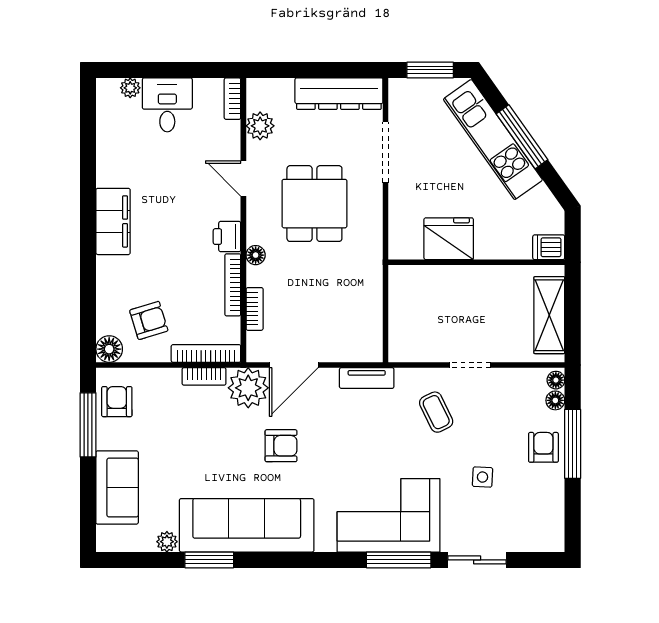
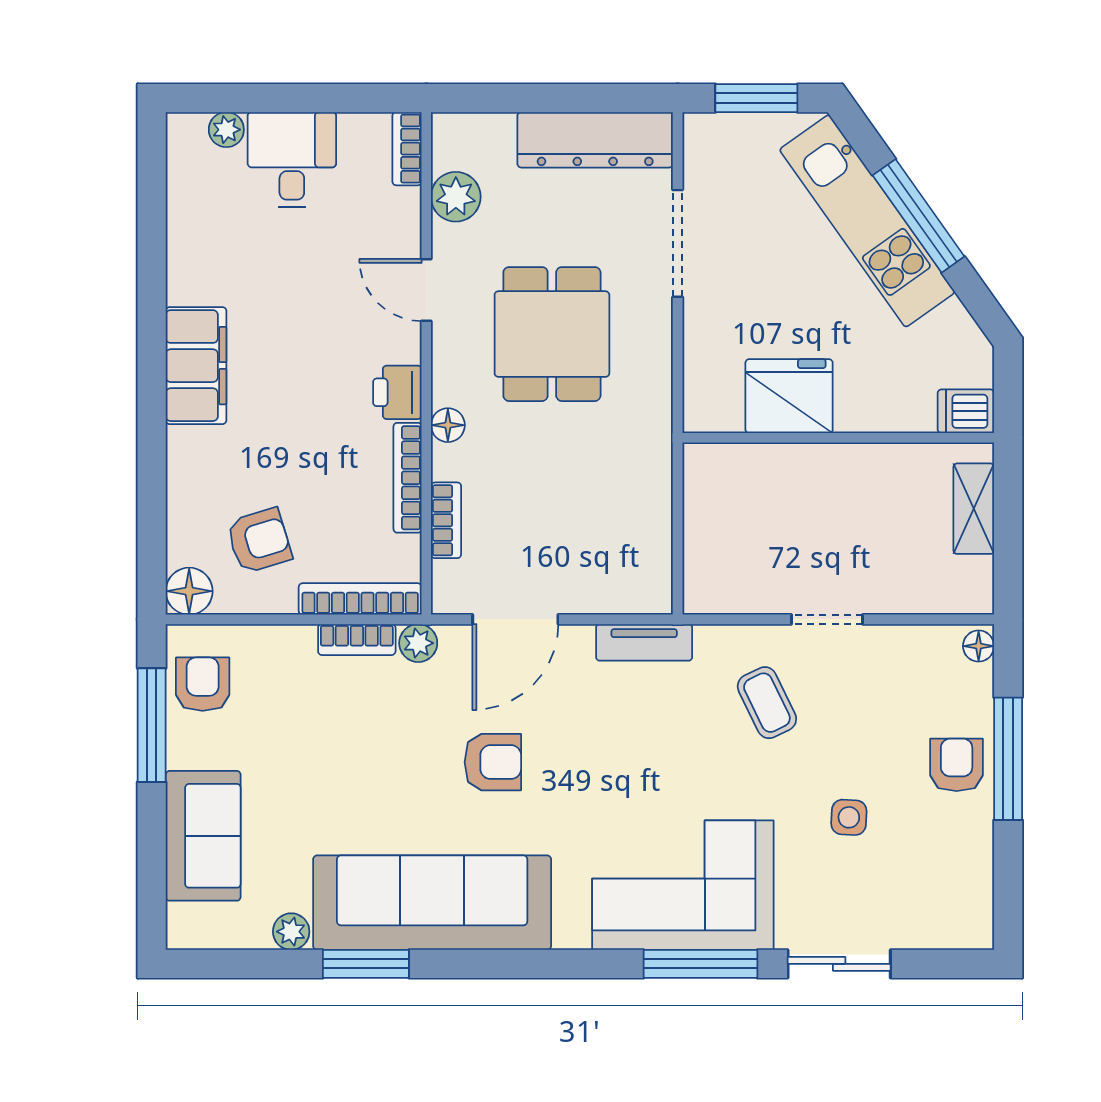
shelving: (549, 315) -> (974, 509), width x0.67, depth x0.75
plant: (248, 388) -> (418, 643), width x0.53, depth x0.53
floor lamp: (555, 400) -> (978, 682), removed

